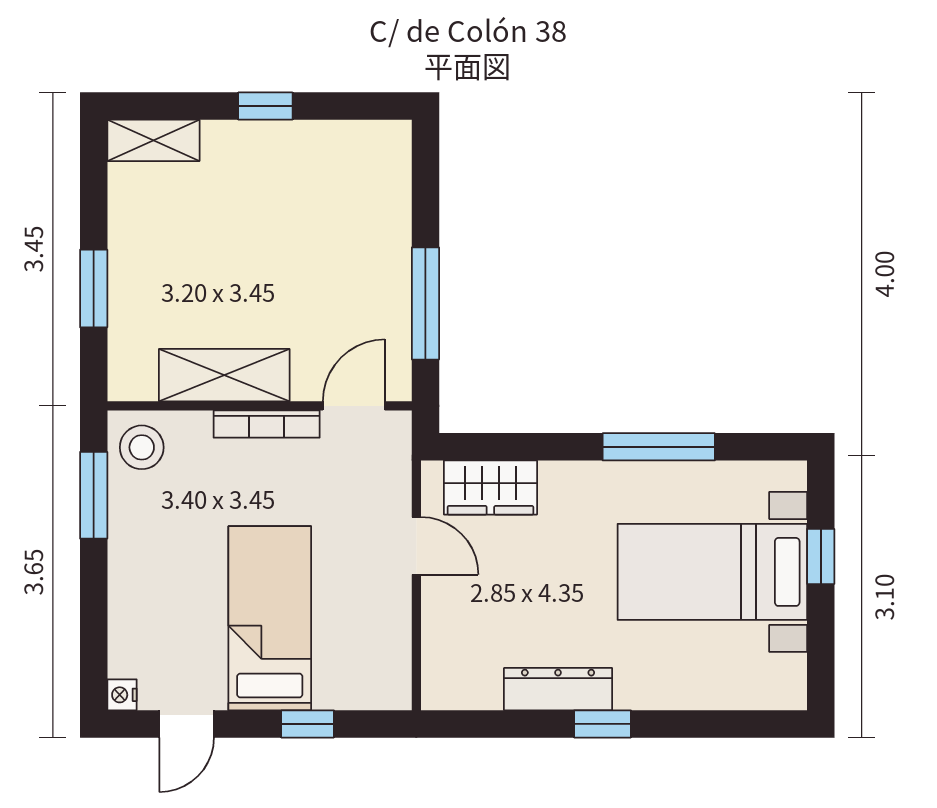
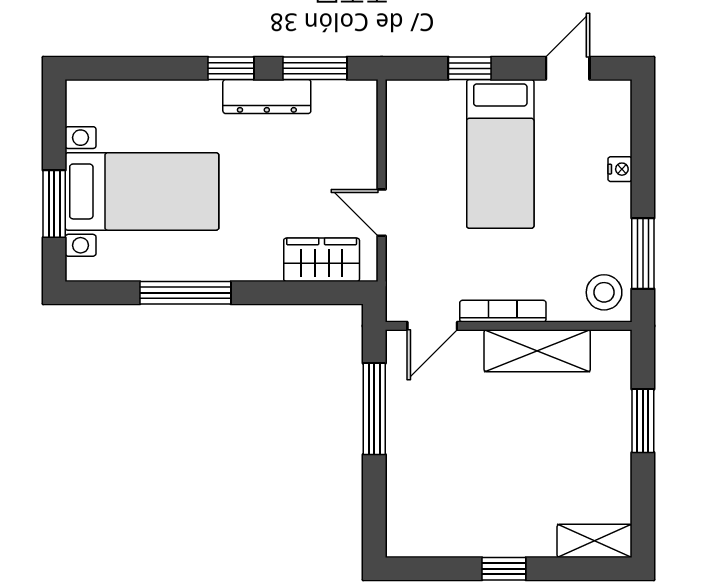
window: (821, 556) -> (54, 204), width x1.50
nightstand: (122, 695) -> (620, 169), moved
window: (499, 724) -> (315, 68), added

